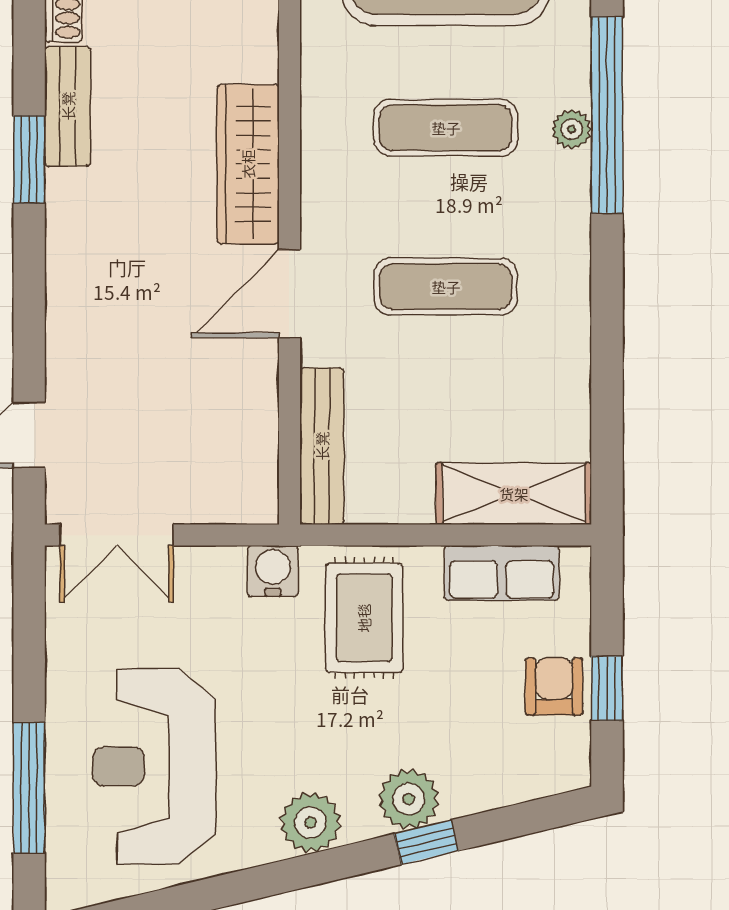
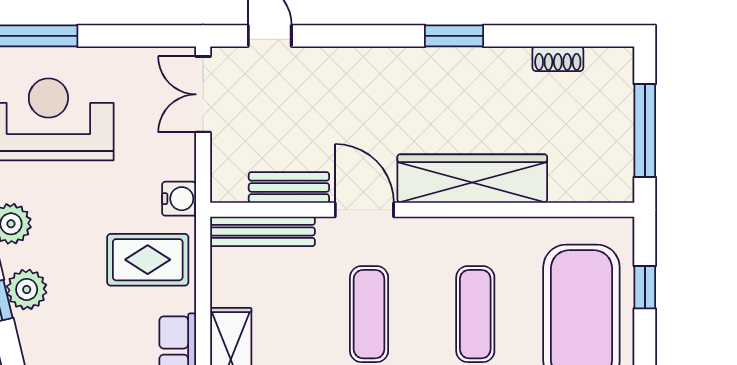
bench: (68, 106) -> (289, 187), moved
wardrobe: (248, 164) -> (472, 179), width x1.40, depth x1.17

